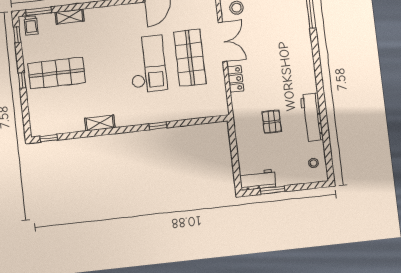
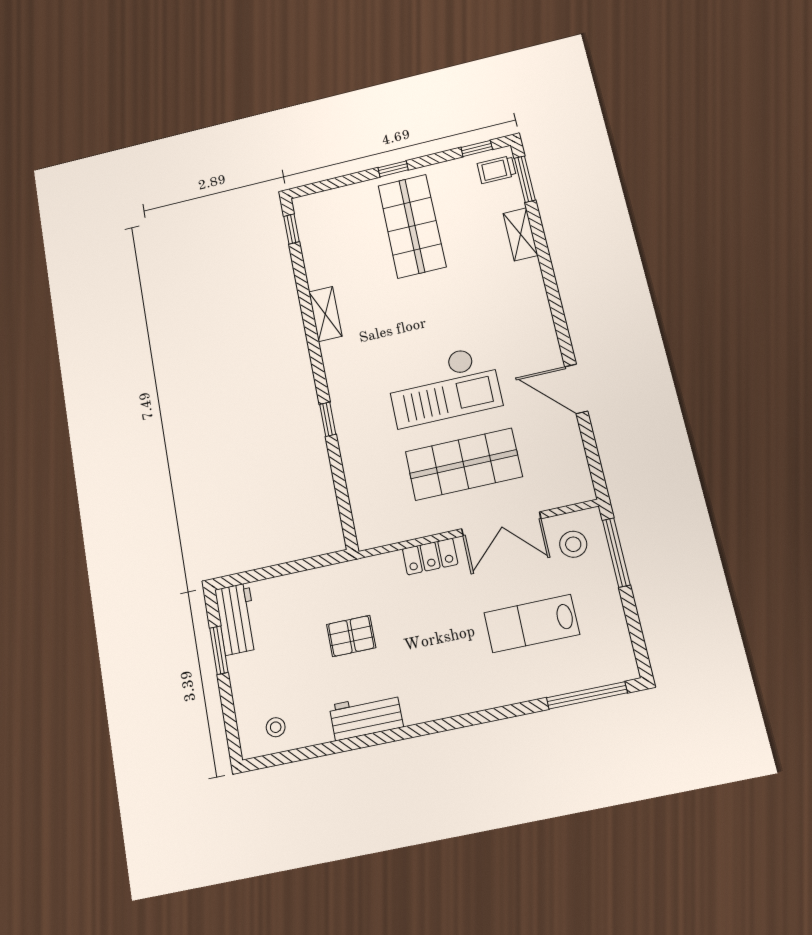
lab bench: (274, 32) -> (532, 624), added
workbench: (312, 117) -> (366, 716), width x0.73

